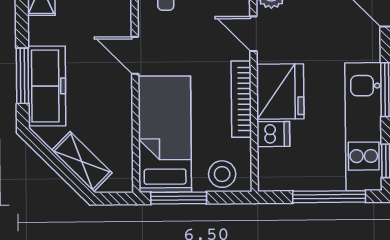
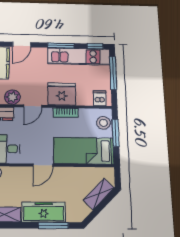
freezer: (47, 86) -> (44, 212), moved
bookcase: (241, 99) -> (66, 113), width x0.64
dishwasher: (273, 134) -> (100, 98), moved
window: (179, 198) -> (116, 133), moved

